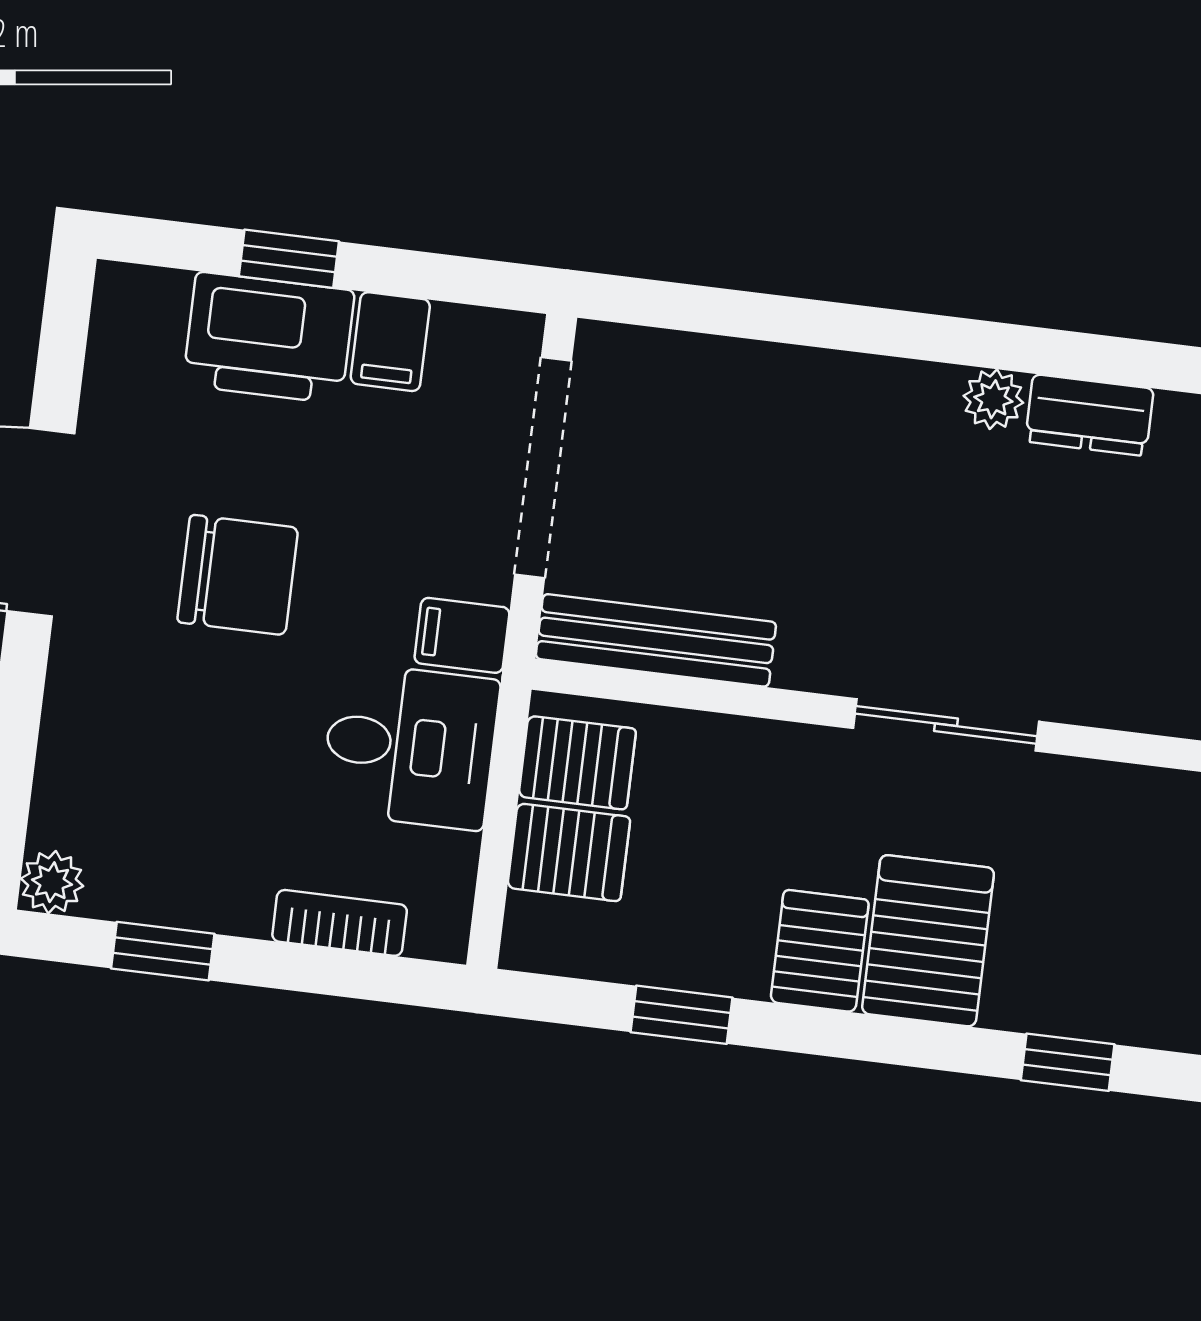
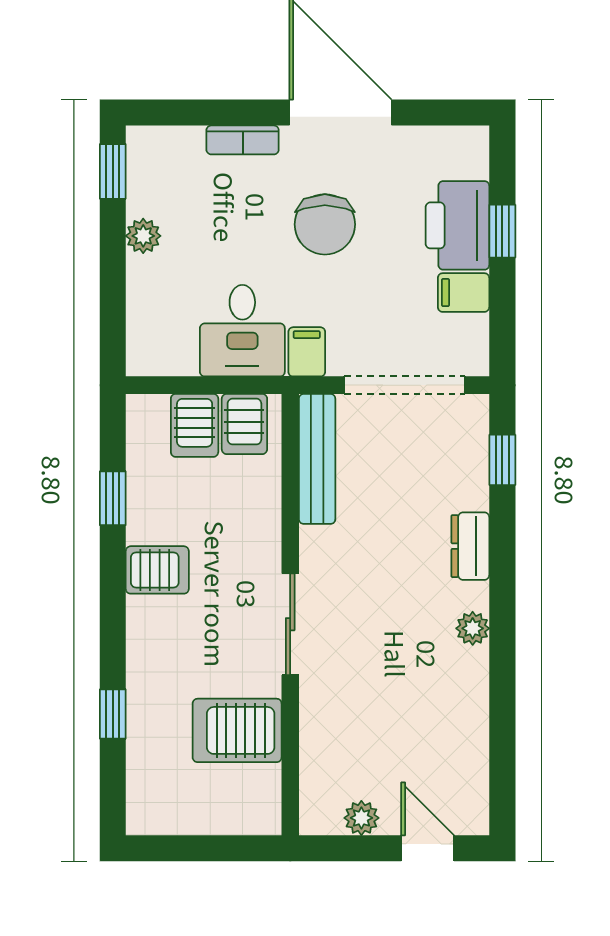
window: (698, 309) -> (502, 460), added
dresser: (1089, 415) -> (470, 546), moved
plant: (52, 882) -> (143, 236), moved
bookcase: (340, 923) -> (243, 140), moved, turned 90
server rack: (928, 941) -> (237, 730), moved, turned 180
window: (163, 951) -> (113, 171), moved

